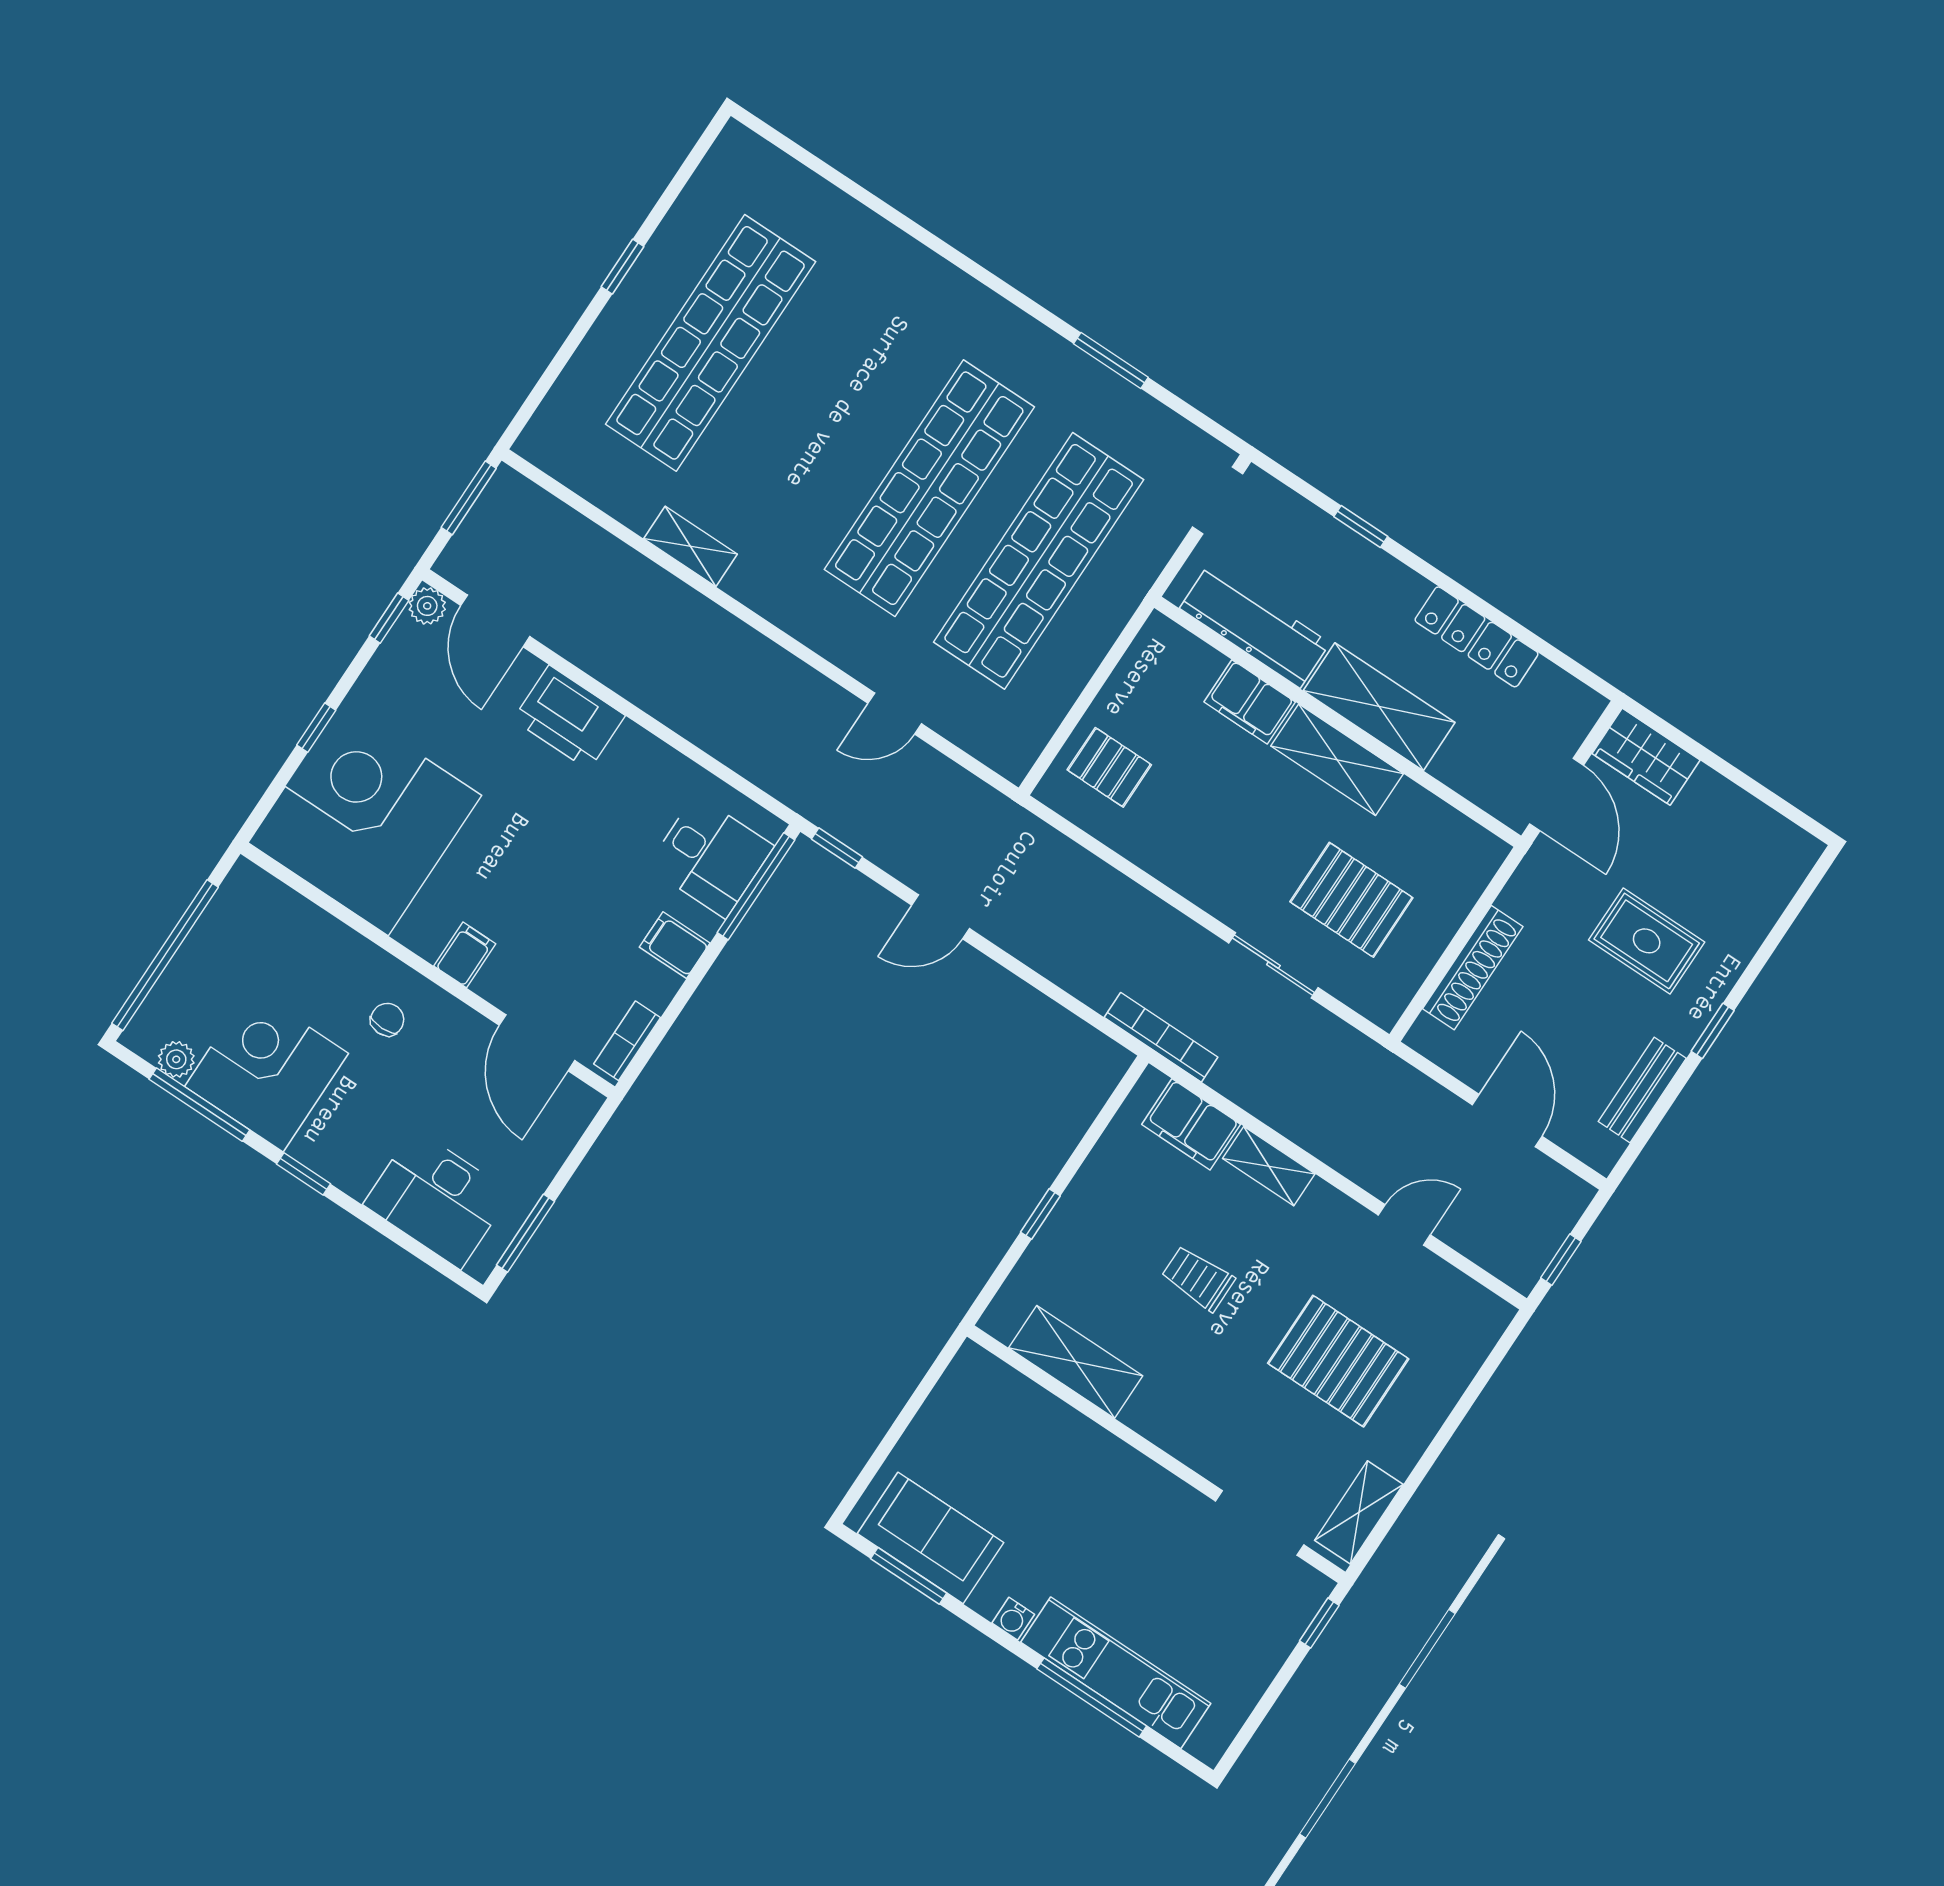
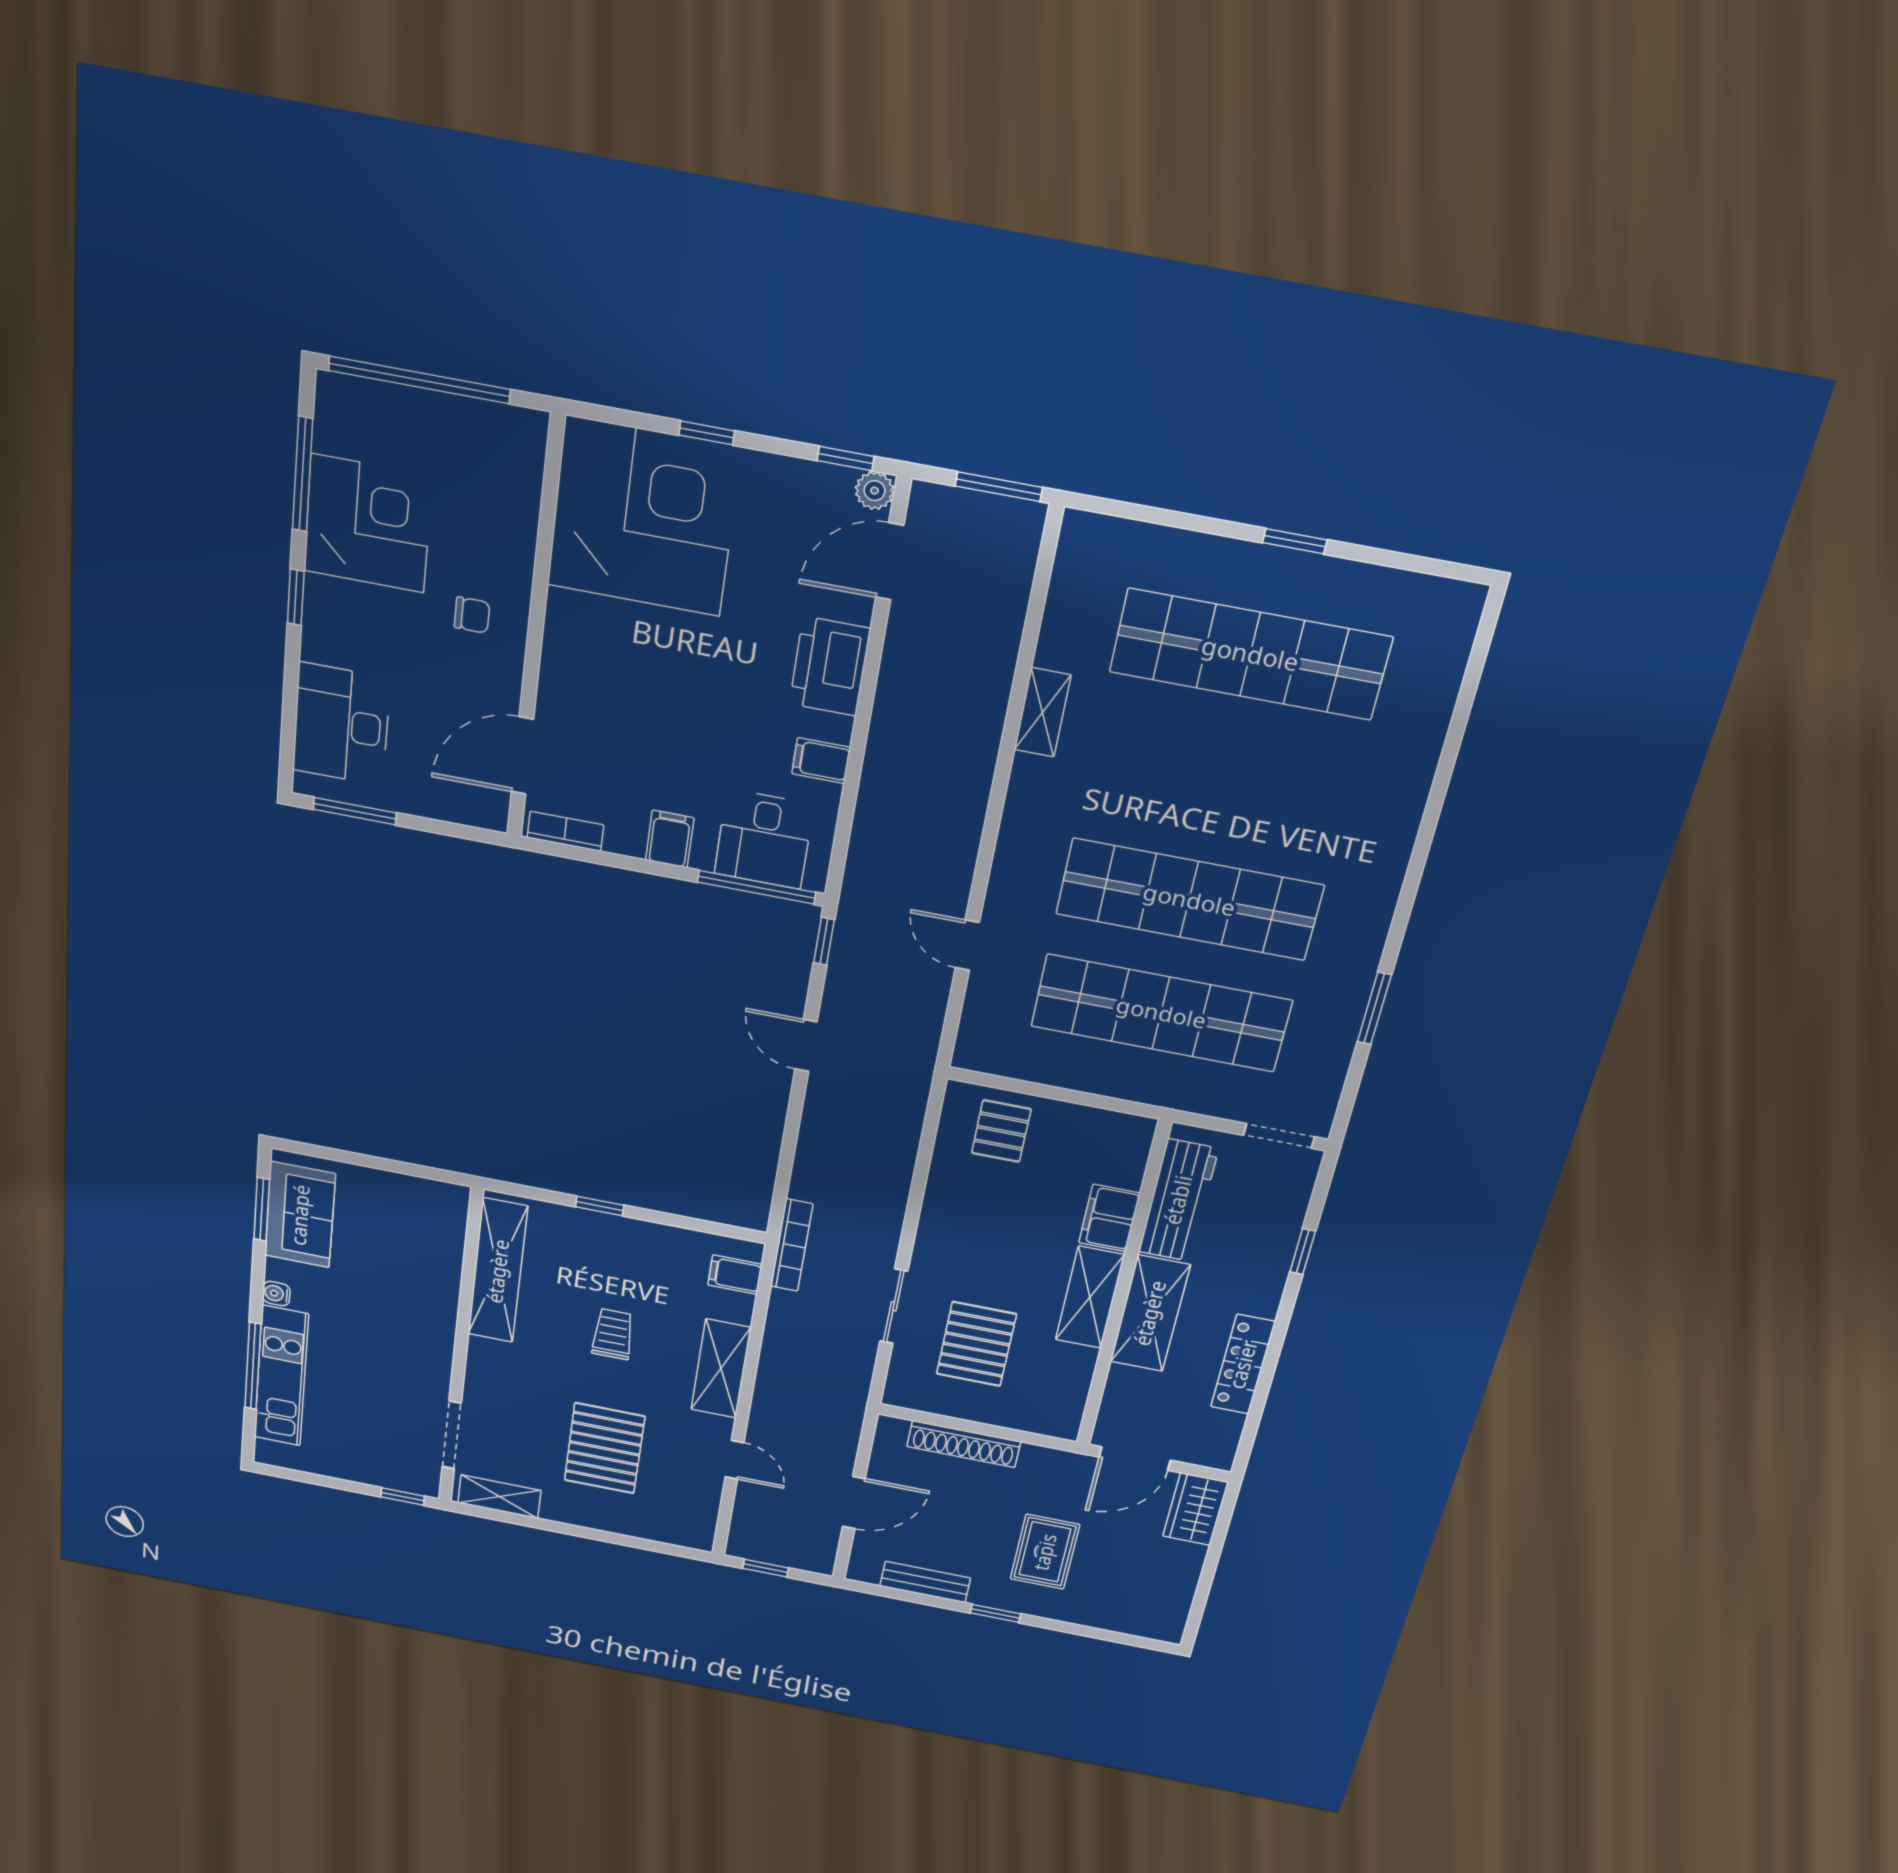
filing cabinet: (465, 955) -> (821, 760), moved, turned 180
plant: (176, 1059) -> (331, 434), removed
filing cabinet: (1191, 1124) -> (735, 1275), width x0.50
shelving: (1269, 1166) -> (721, 1369), width x1.50, depth x1.33
shelving: (1076, 1362) -> (498, 1271), width x1.47

